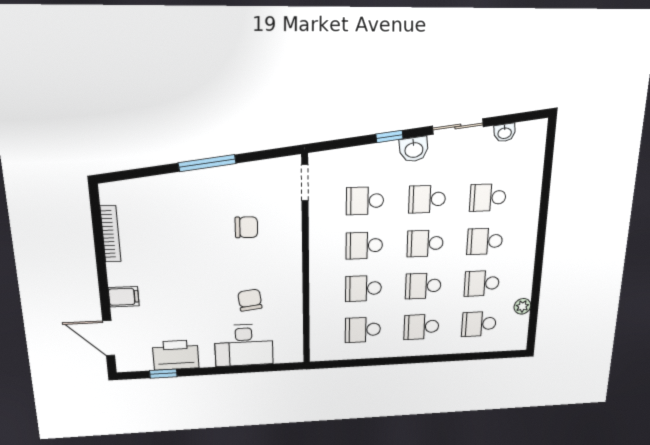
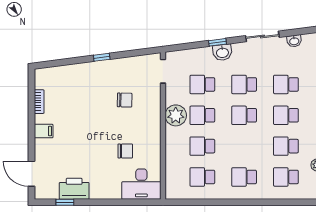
washbasin: (414, 149) -> (222, 52), moved
window: (207, 163) -> (102, 57), width x0.46
bookcase: (111, 234) -> (39, 102), width x0.64
plant: (325, 247) -> (176, 115), added
school desk: (423, 286) -> (244, 146), removed
filing cabinet: (124, 297) -> (44, 131), moved
chair: (250, 300) -> (125, 151), turned 97
desk: (244, 345) -> (141, 184), moved

